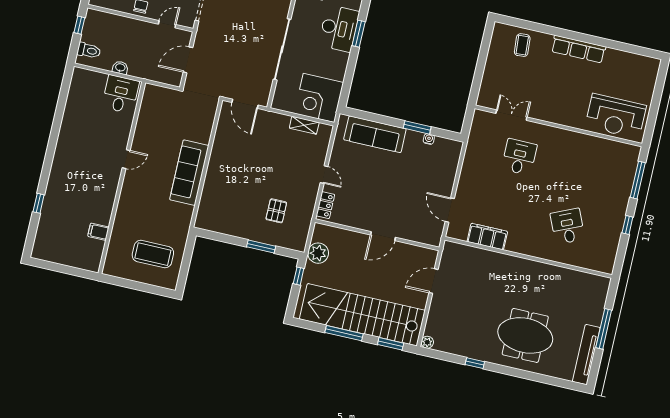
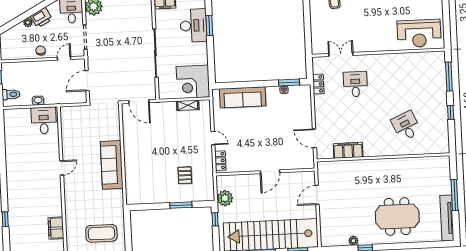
window: (417, 127) -> (289, 83), moved
locker: (473, 144) -> (318, 84), added
filing cabinet: (98, 232) -> (56, 228), width x2.00
plant: (427, 342) -> (353, 241), moved

